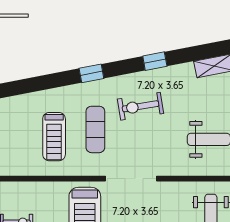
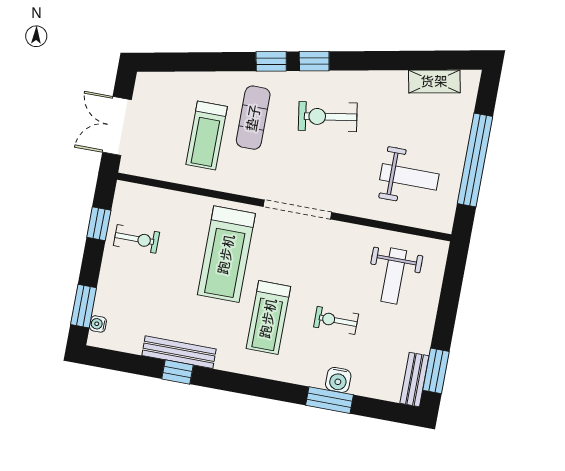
window: (155, 61) -> (314, 61), moved
exercise mat: (95, 129) -> (253, 118), moved

